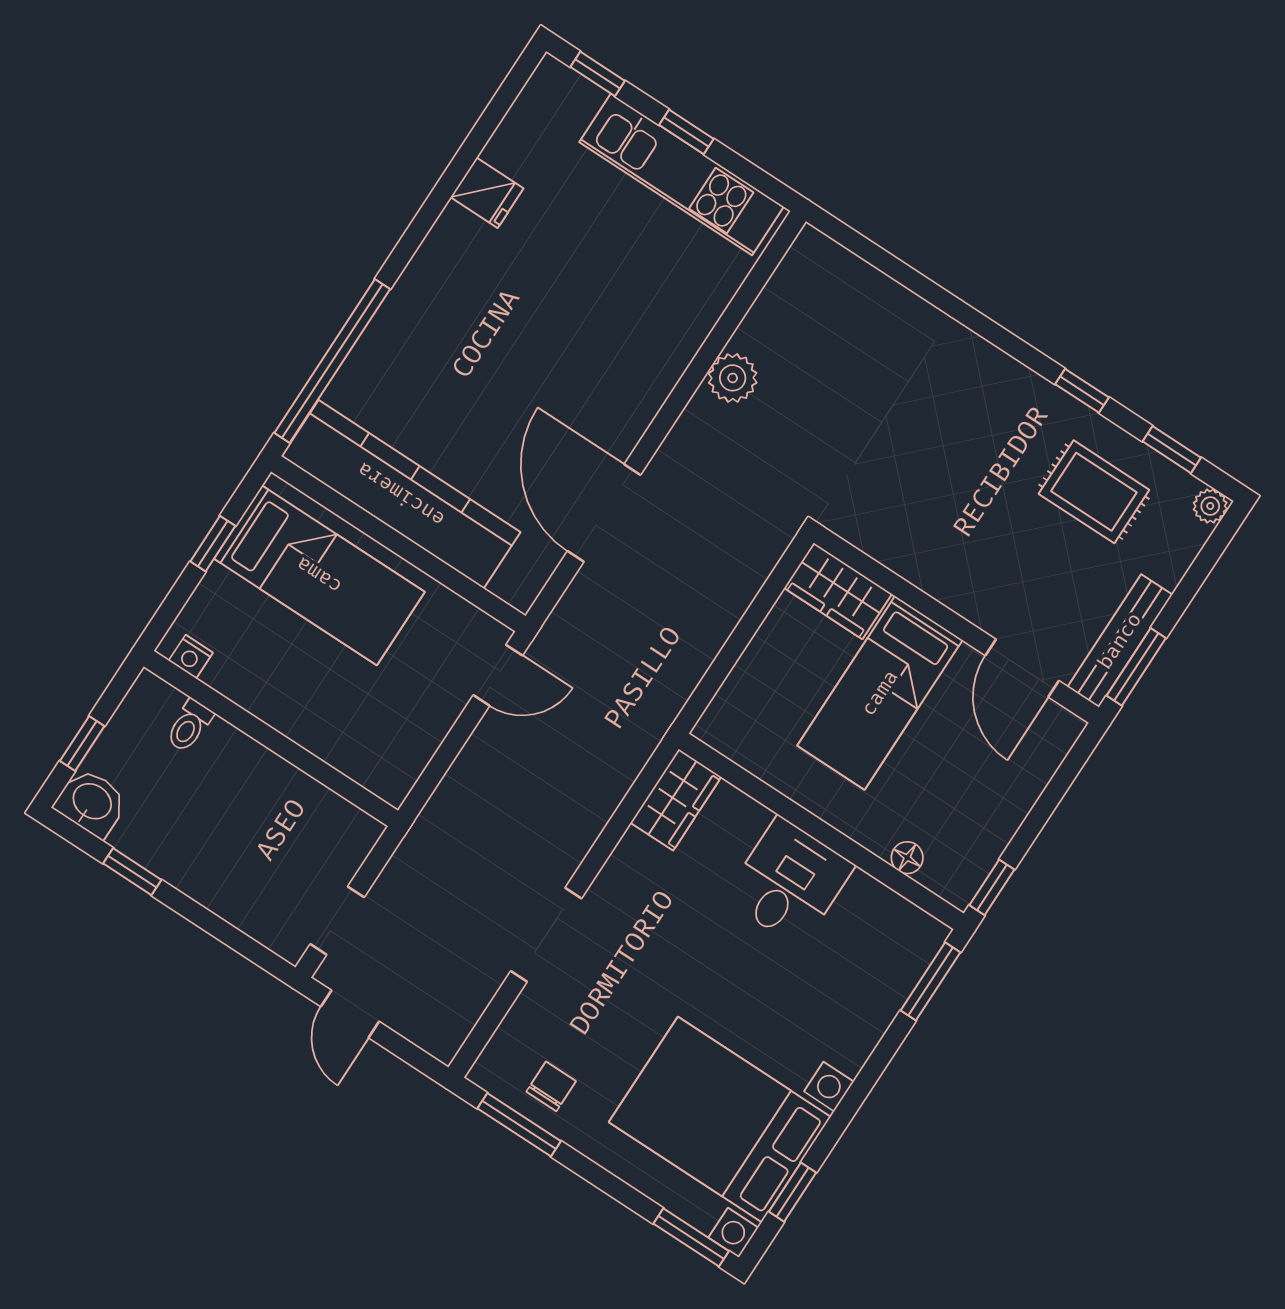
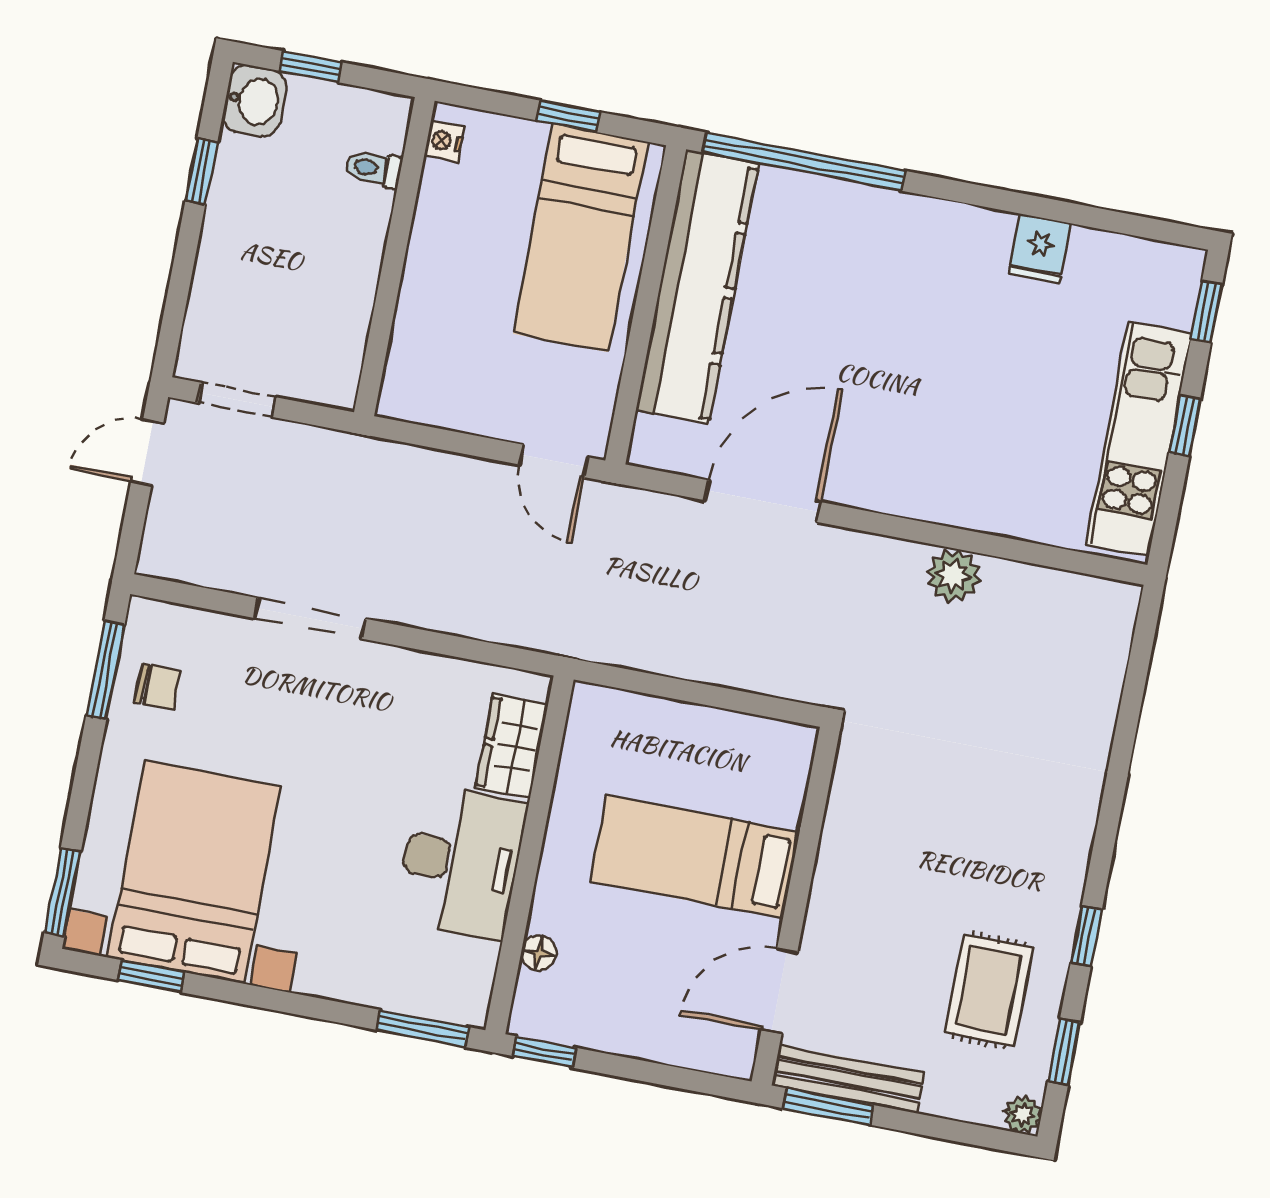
wardrobe: (838, 591) -> (781, 772), removed
wardrobe: (676, 800) -> (512, 746), moved, turned 90
desk: (789, 882) -> (461, 862), width x1.37

